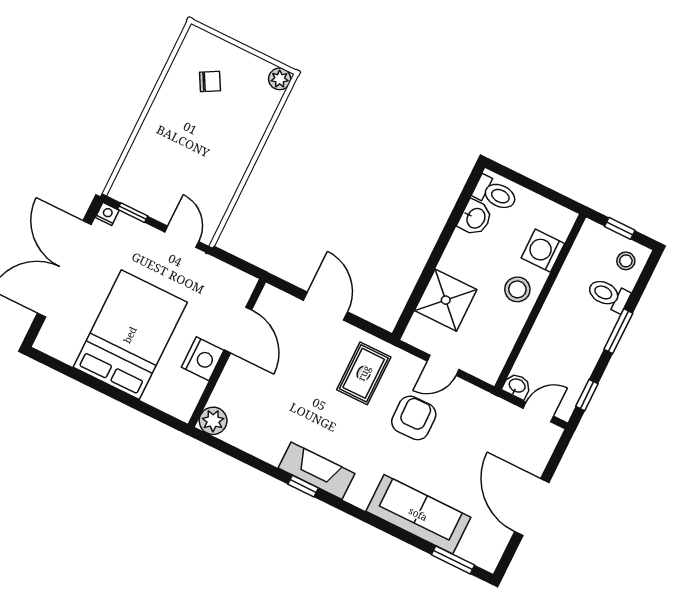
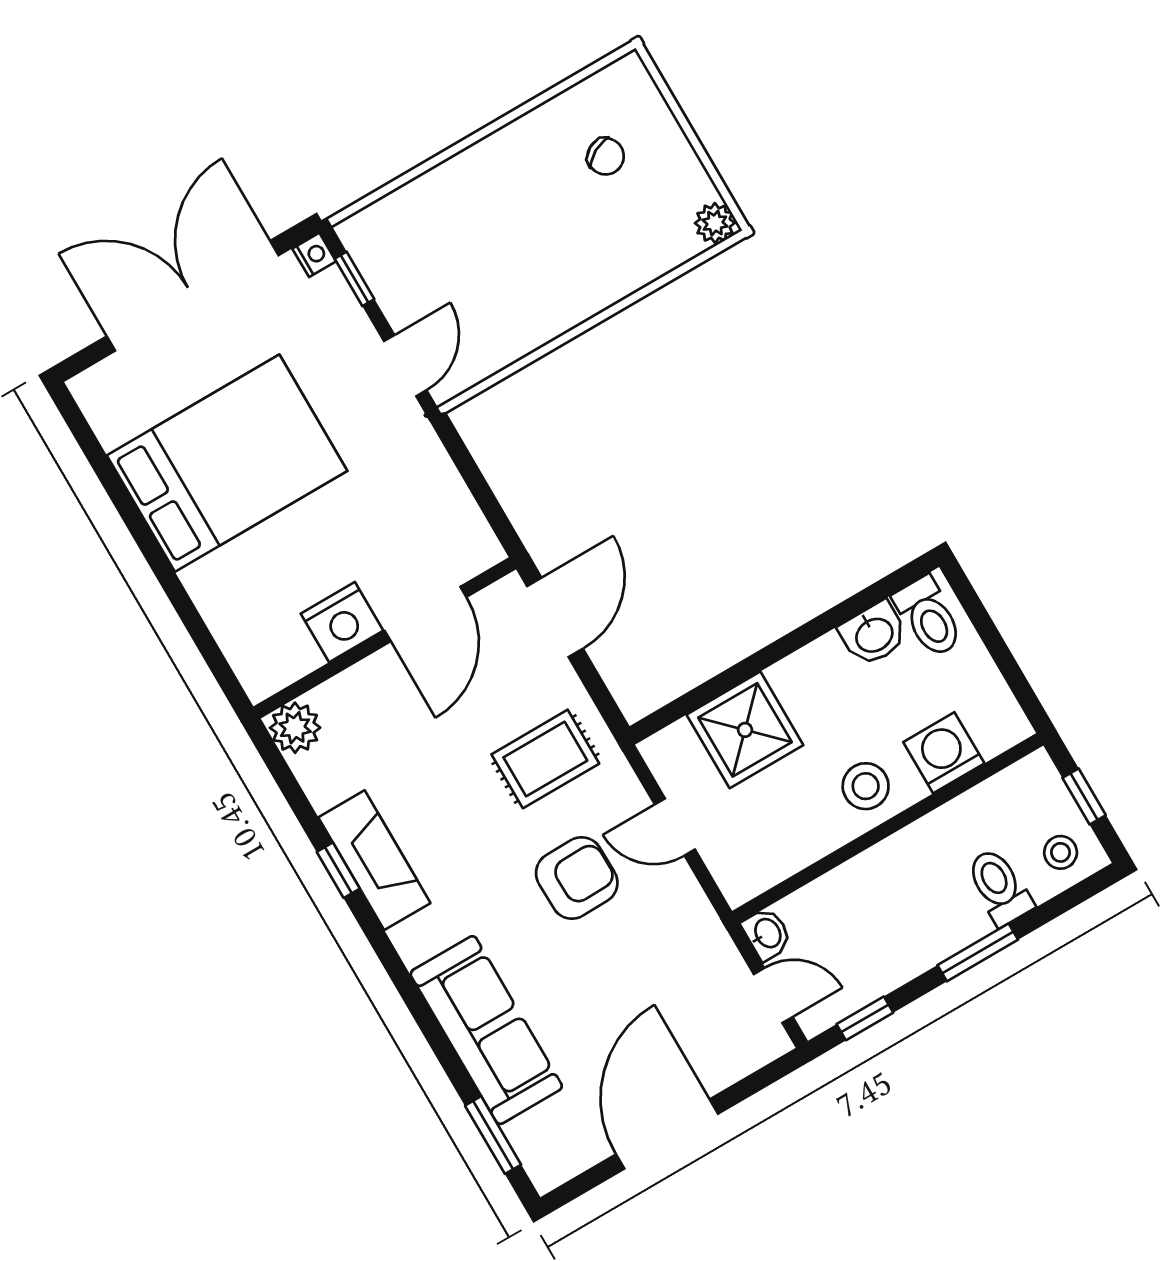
door: (238, 330) -> (426, 614), moved
wall: (227, 353) -> (385, 638), moved
nightstand: (203, 359) -> (342, 622), moved
plant: (213, 421) -> (295, 728), moved

